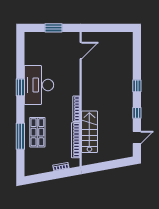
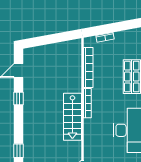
window: (137, 86) -> (18, 151), moved
stairs: (89, 132) -> (72, 117), moved

